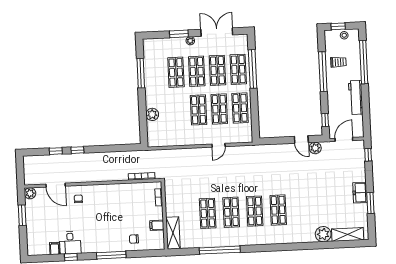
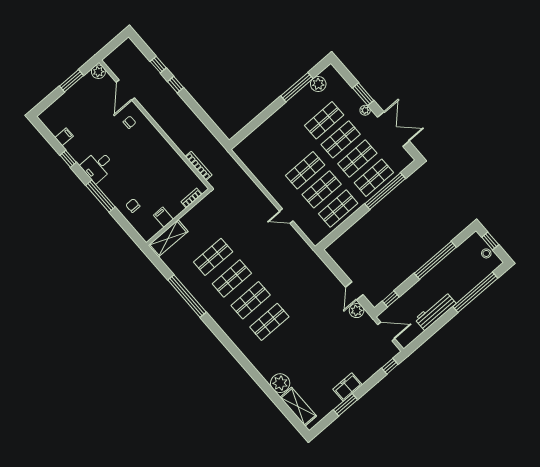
trolley: (338, 62) -> (456, 268), removed
plant: (152, 114) -> (318, 84), moved
desk: (70, 243) -> (98, 166), moved

